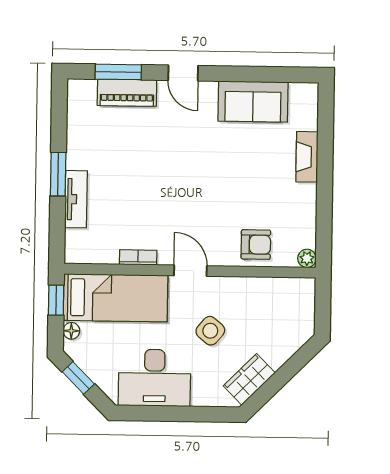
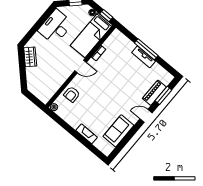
window: (58, 174) -> (146, 49), width x1.44
tv unit: (76, 199) -> (144, 57), moved
side table: (210, 331) -> (56, 57), removed

